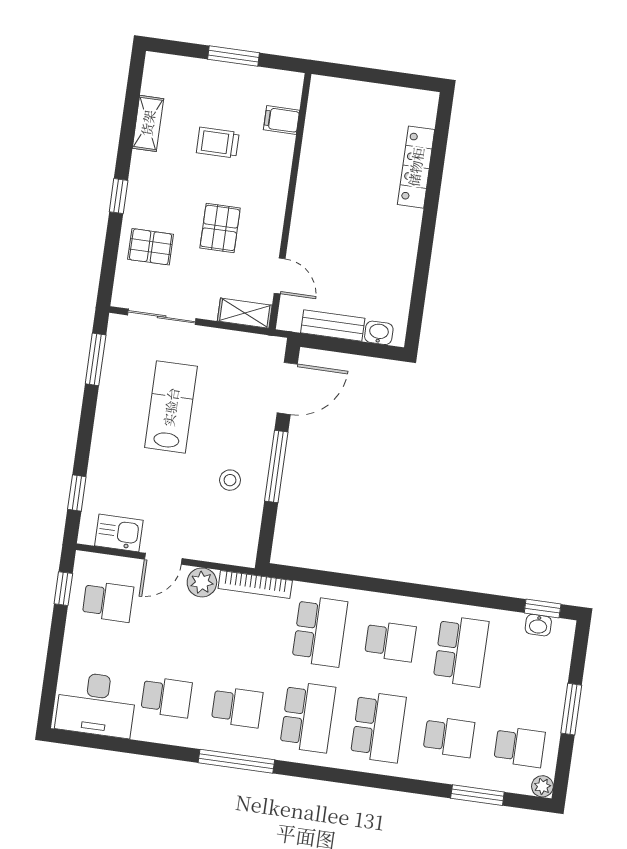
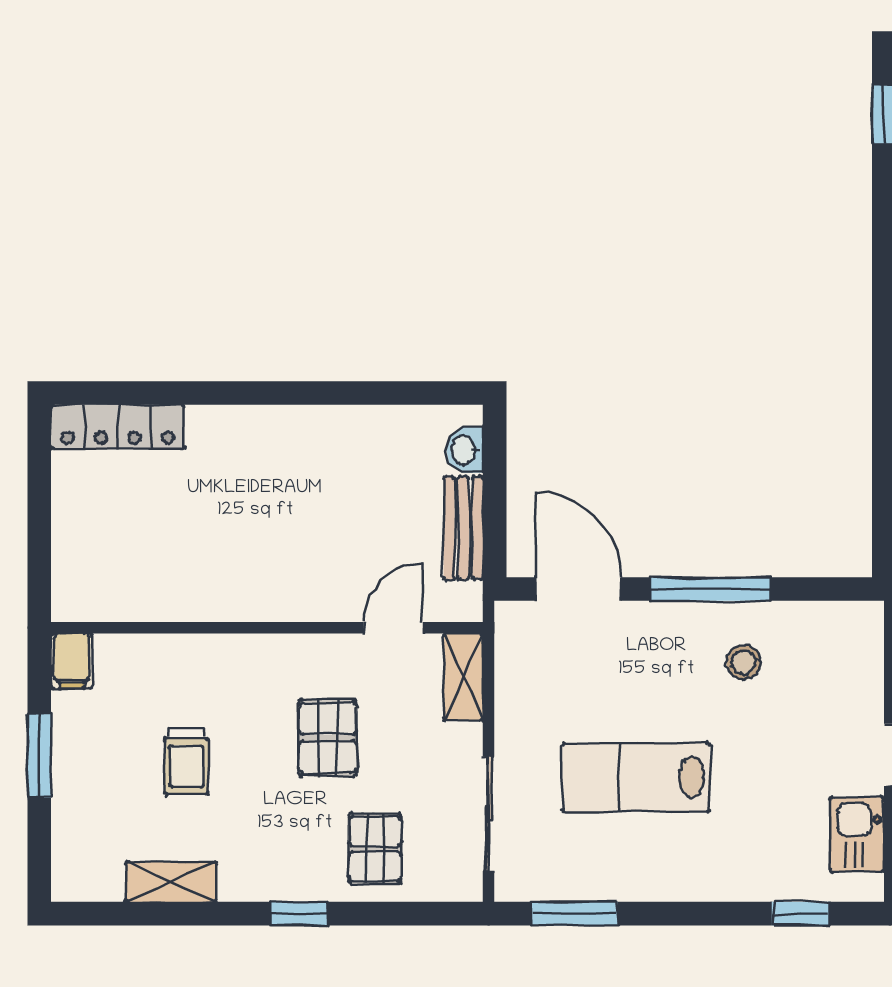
filing cabinet: (282, 120) -> (72, 661), moved
locker: (416, 167) -> (118, 427), moved
pallet: (220, 228) -> (328, 738), turned 90

